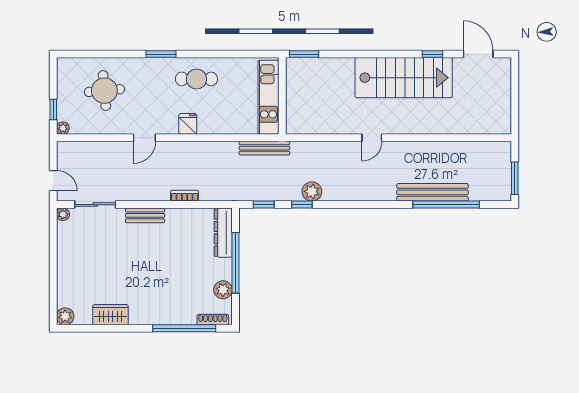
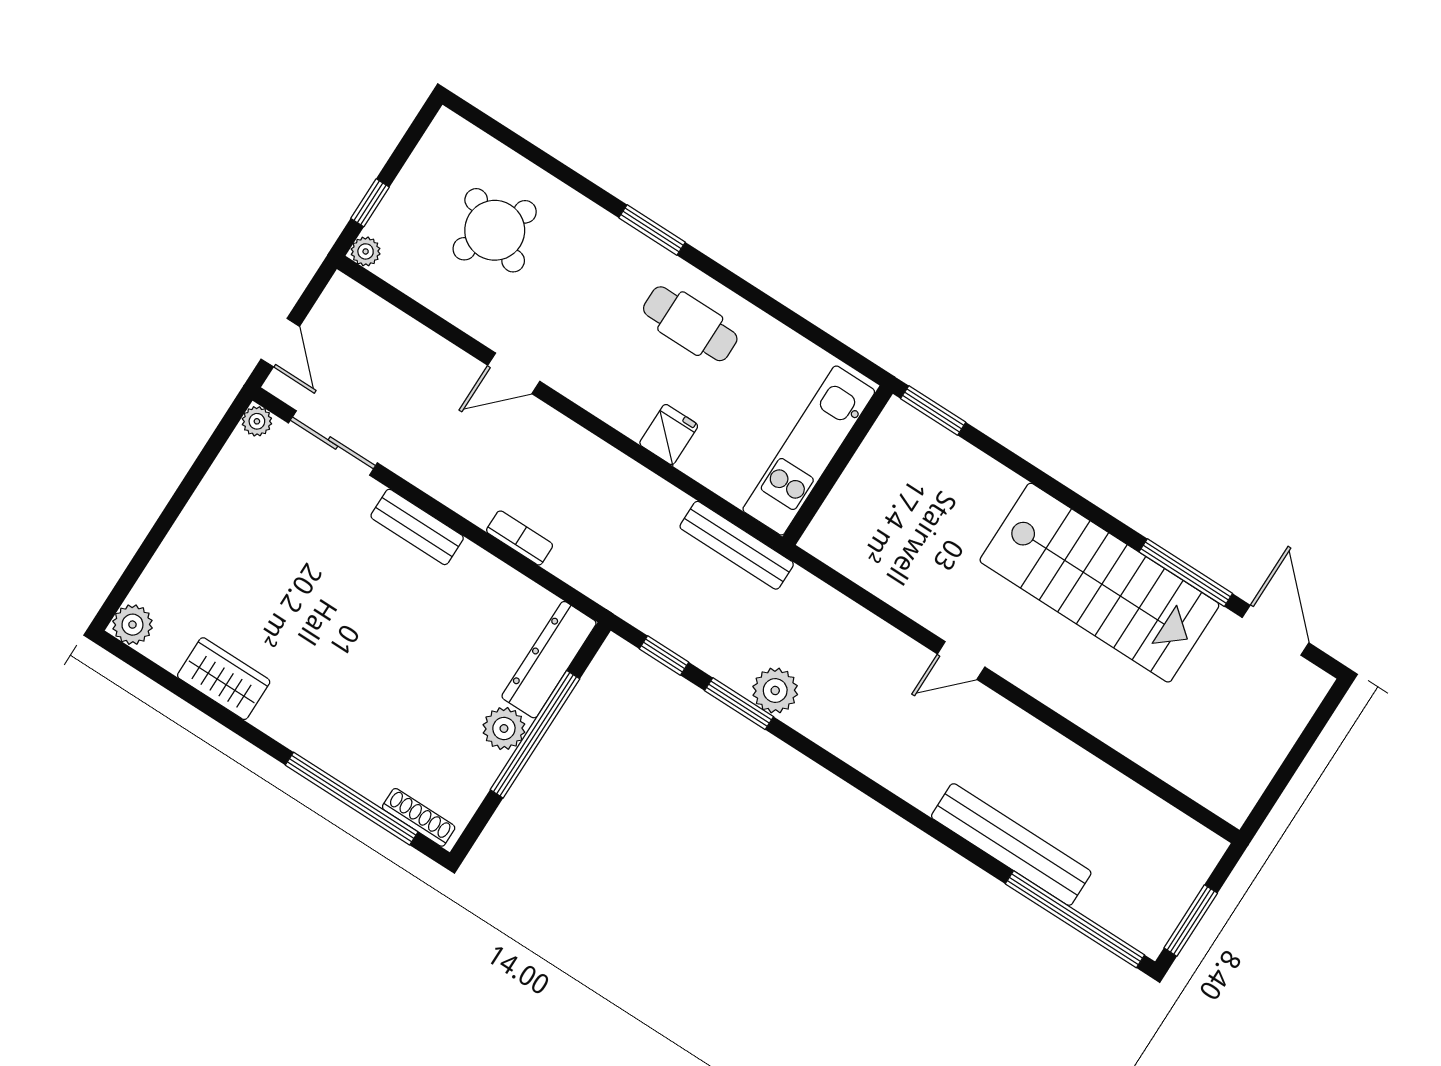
window: (433, 54) -> (1186, 573), width x2.17
round table: (104, 91) -> (495, 230), turned 31
fridge: (188, 124) -> (669, 435), moved
window: (302, 205) -> (739, 704), width x1.50
window: (446, 205) -> (1075, 919), moved
plant: (223, 290) -> (504, 729), moved

